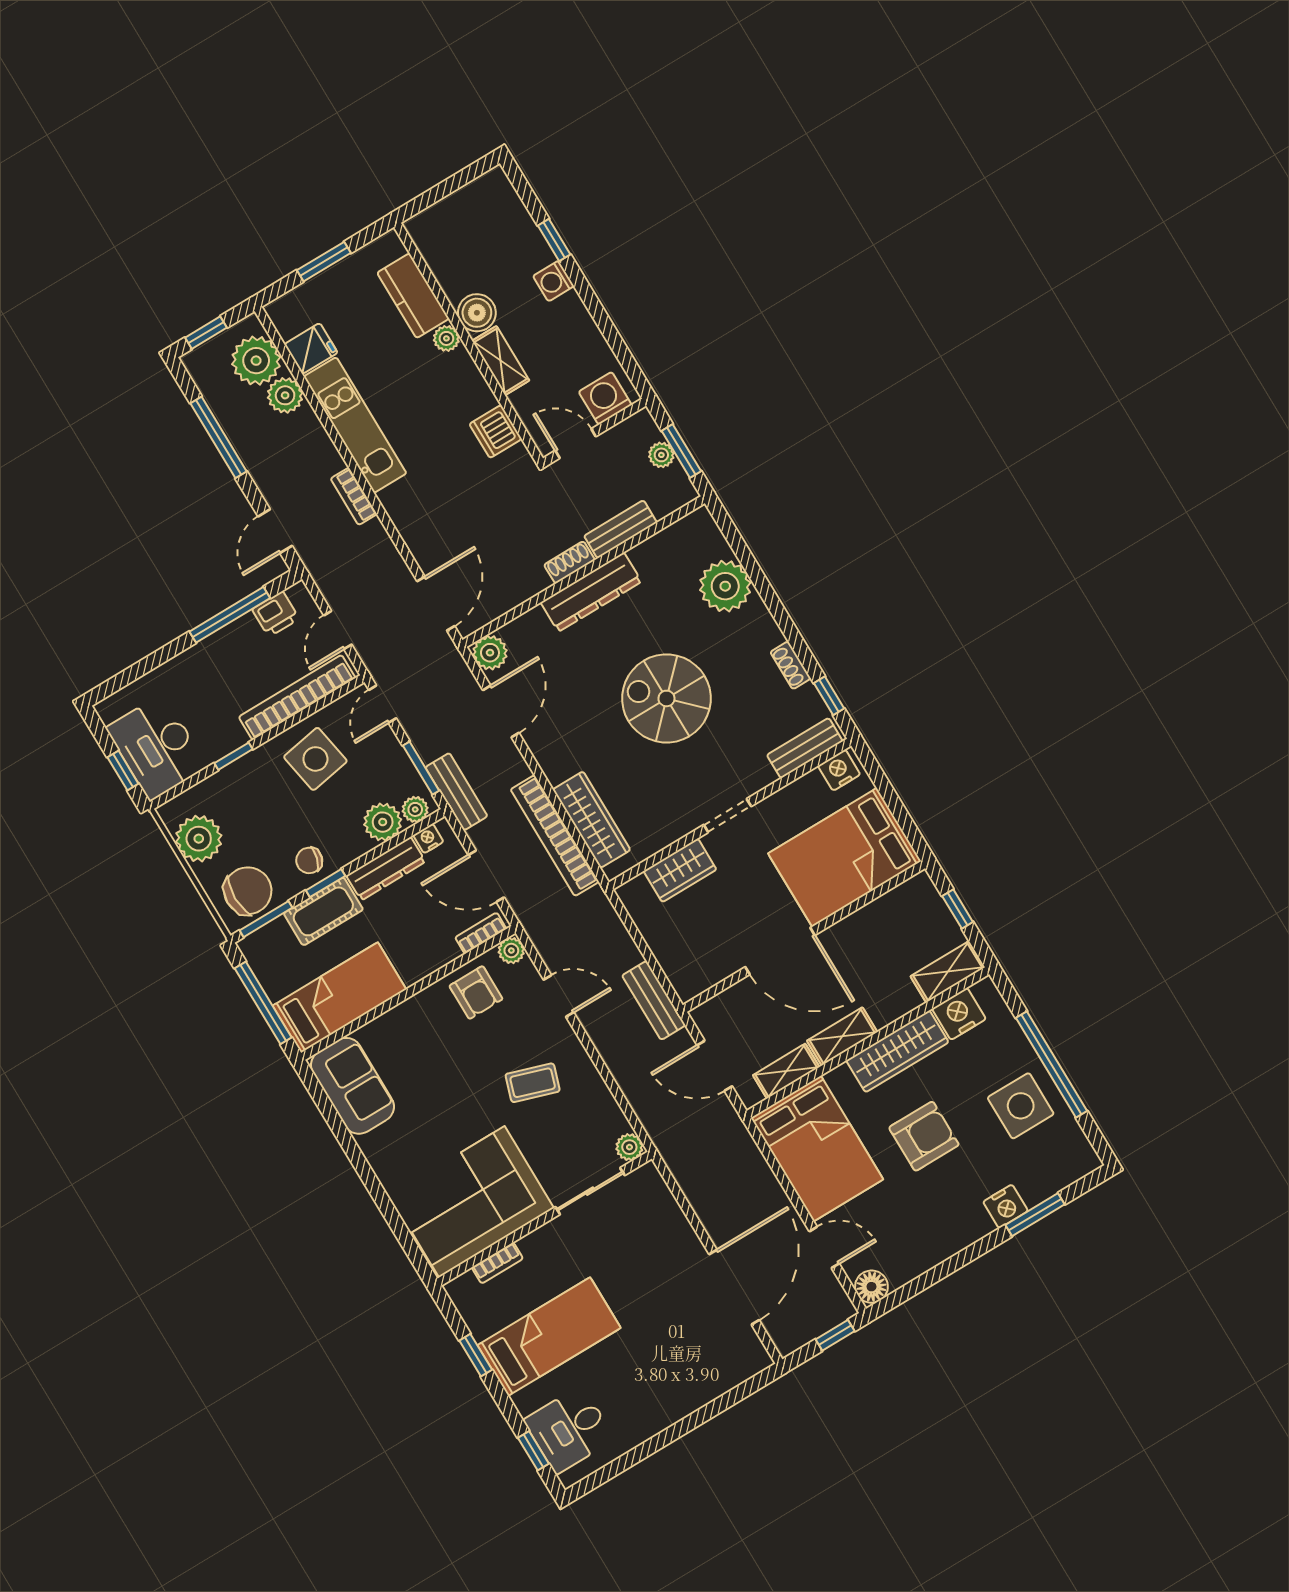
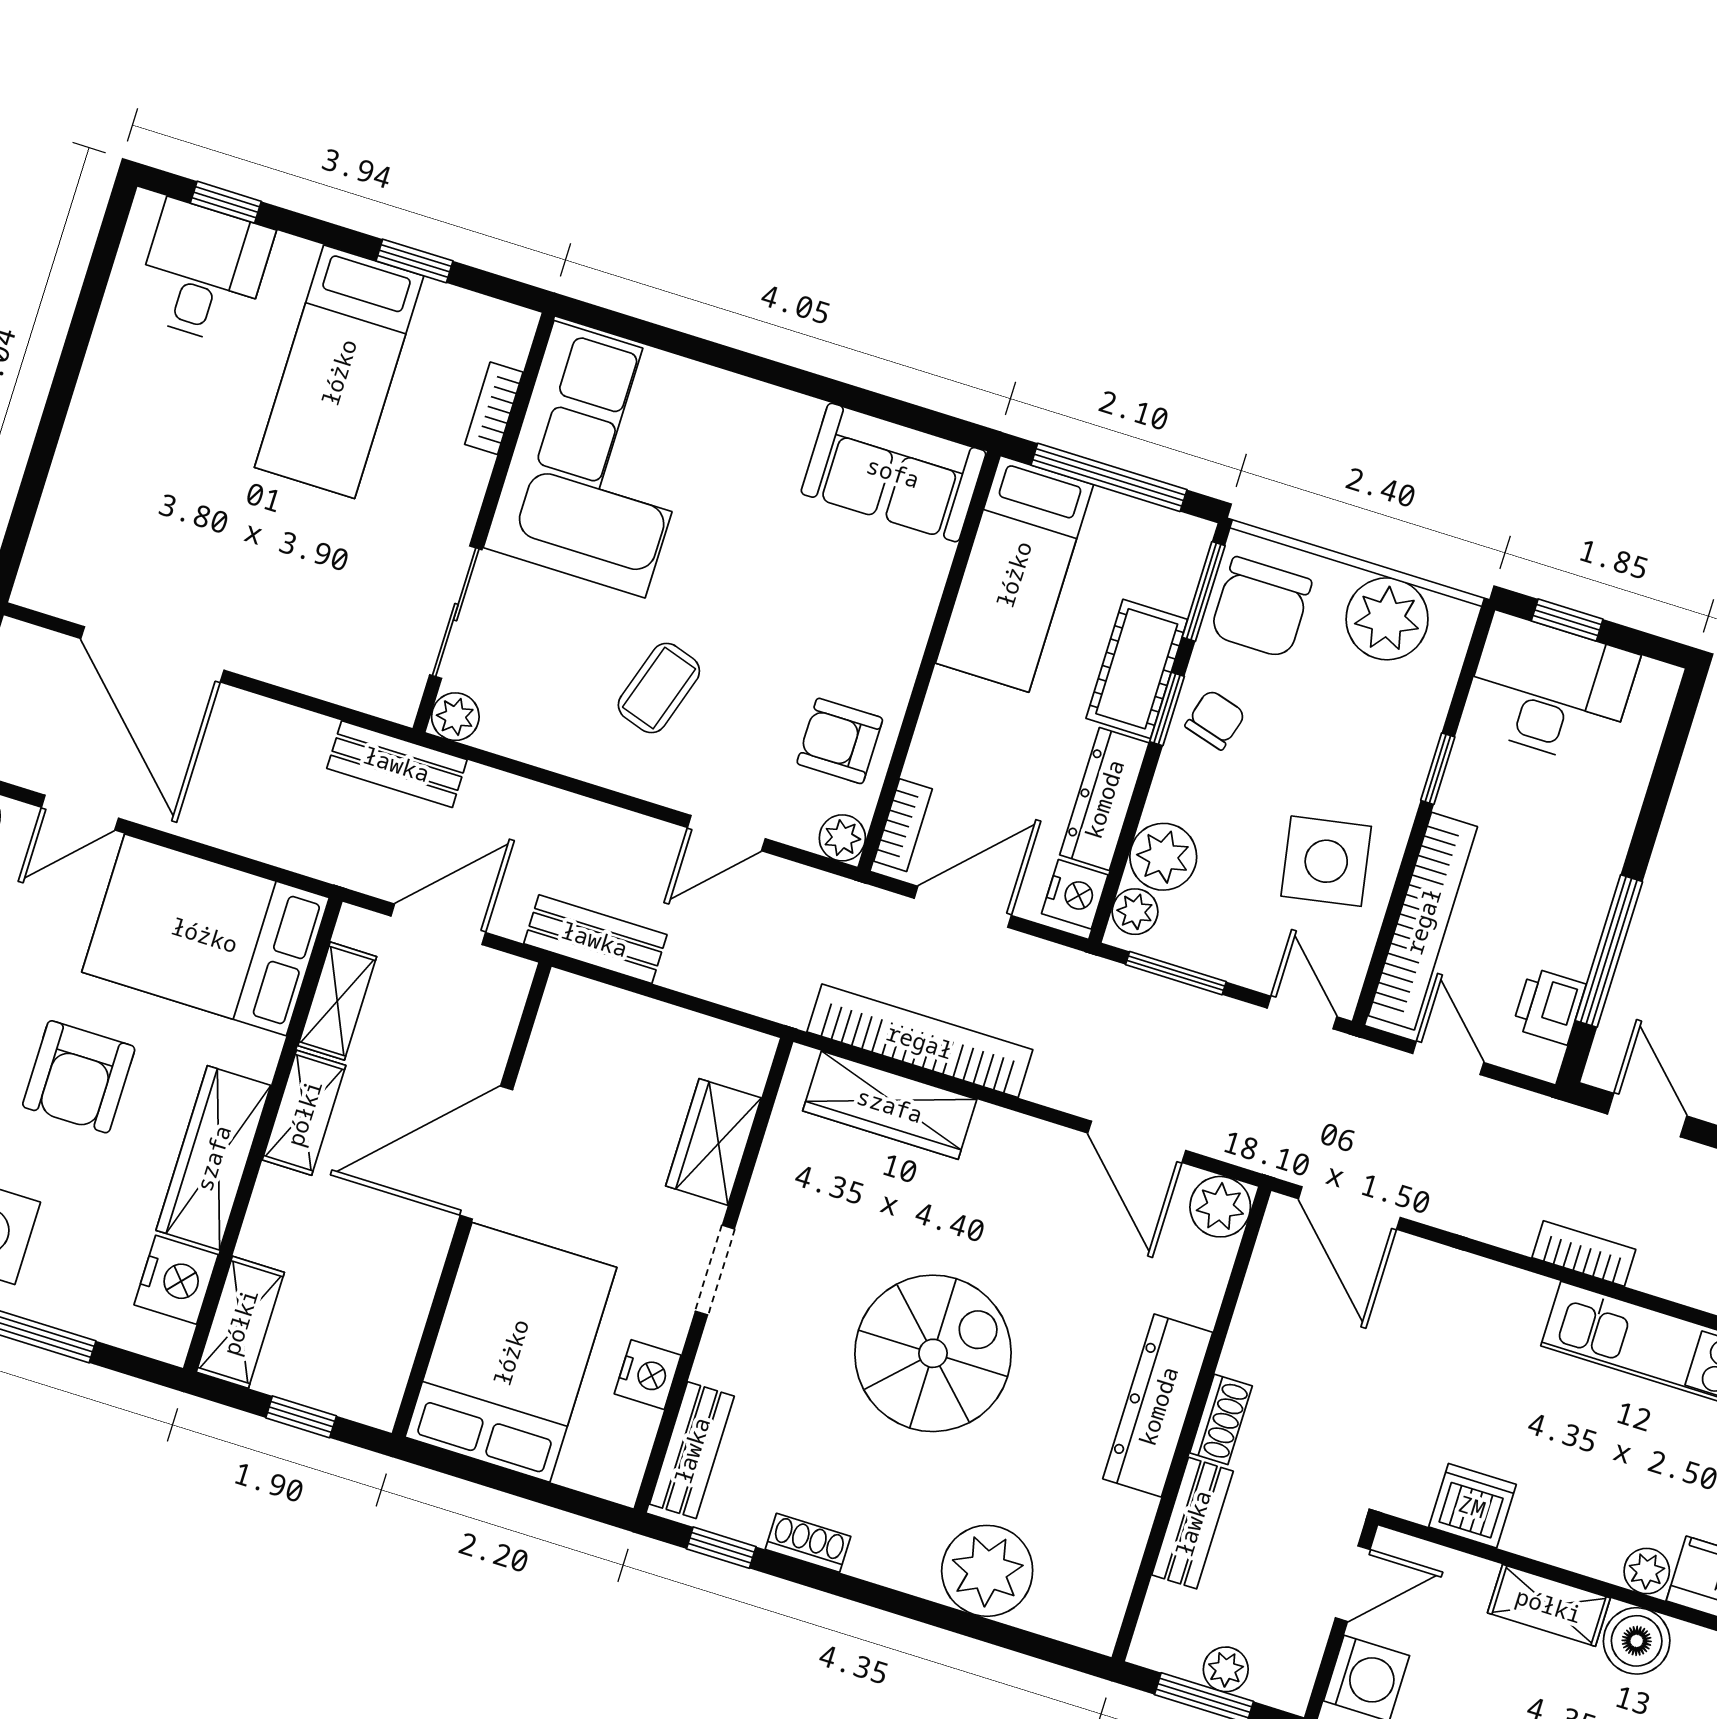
nightstand: (839, 770) -> (648, 1375), moved
bench: (456, 792) -> (397, 764), moved
nightstand: (428, 838) -> (1075, 894), width x1.39, depth x1.35

